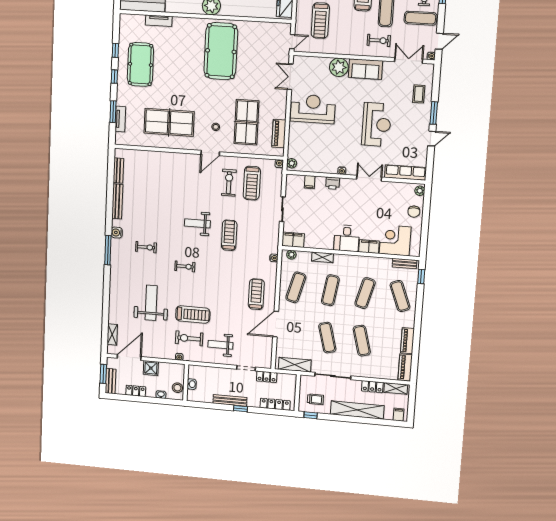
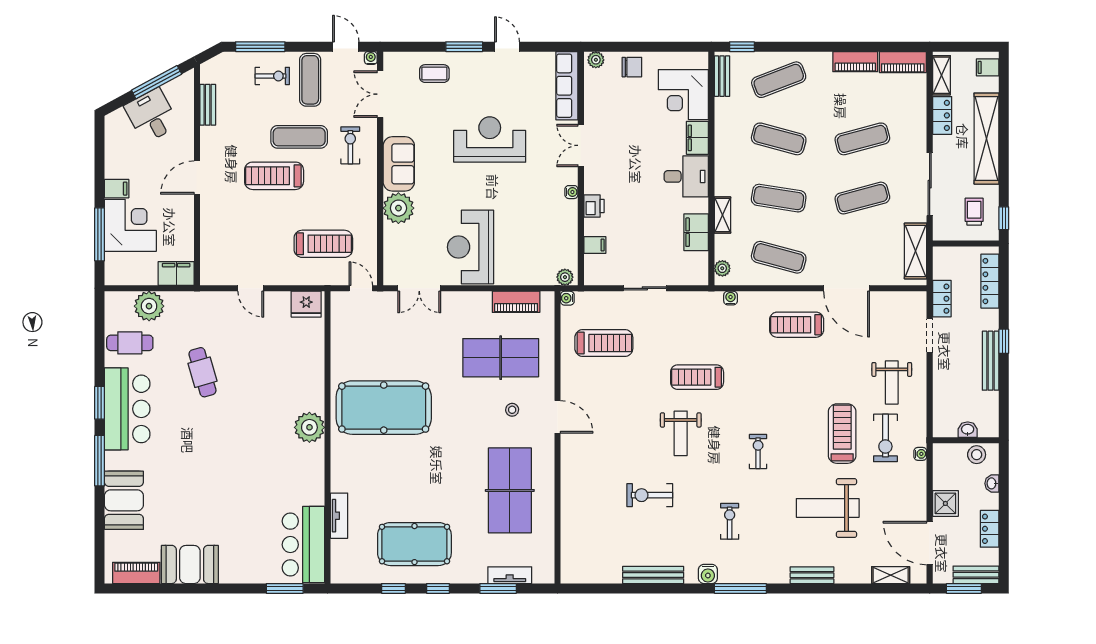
bench: (118, 171) -> (812, 575), moved
exercise bike: (229, 183) -> (650, 495), moved
filing cabinet: (293, 240) -> (696, 232), moved

